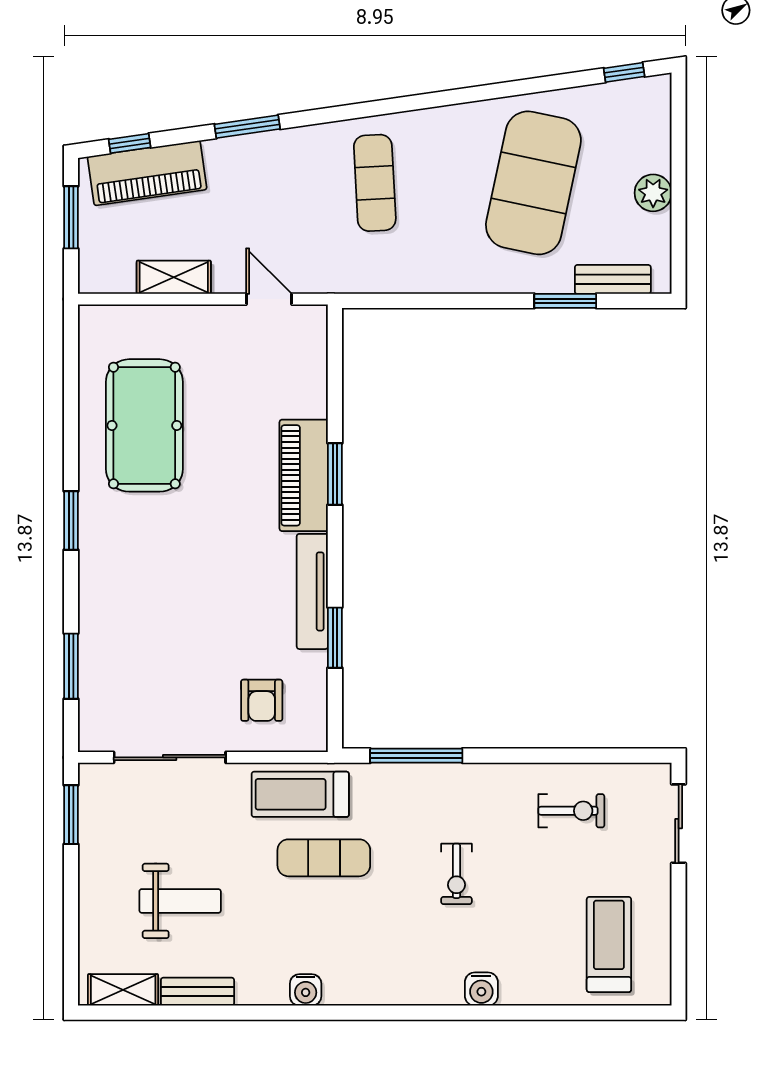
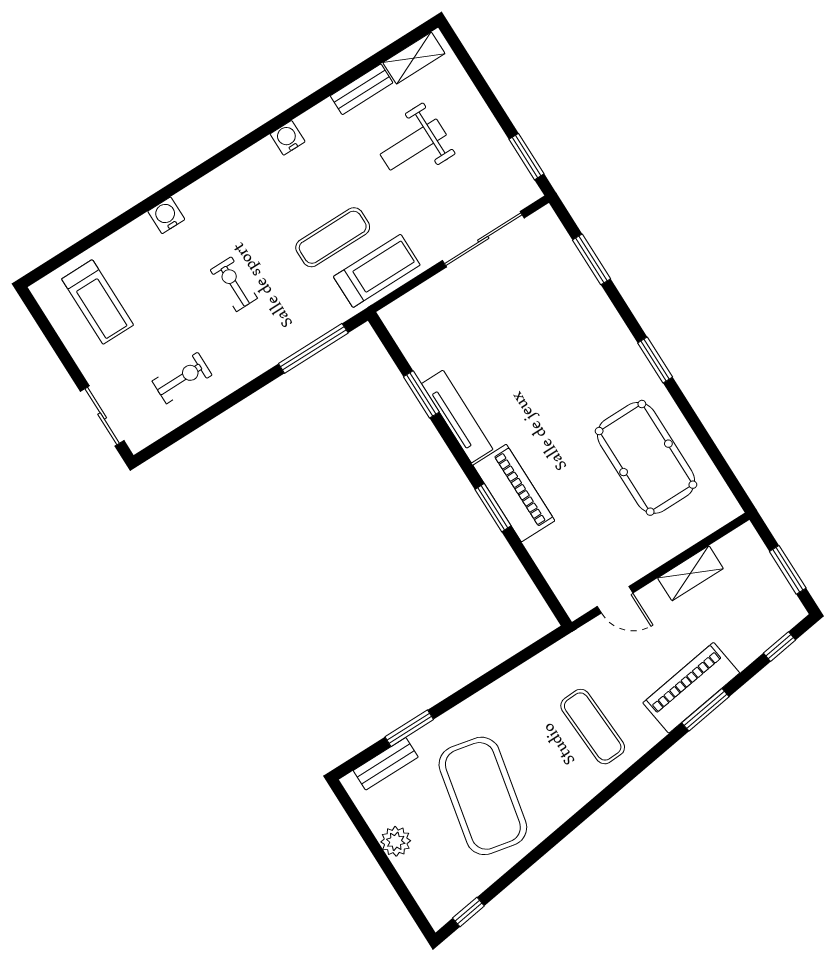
piano: (147, 173) -> (691, 688), moved
armchair: (262, 700) -> (445, 319), removed
exercise bike: (571, 811) -> (182, 378), turned 180

